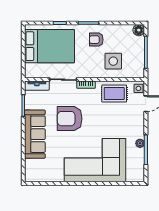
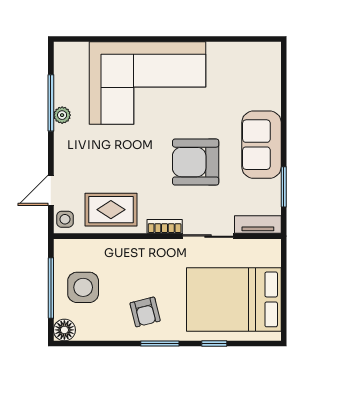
armchair: (96, 40) -> (145, 312), turned 76
side table: (113, 61) -> (83, 287), moved
armchair: (70, 119) -> (196, 162), turned 180
sofa: (35, 134) -> (262, 145), width x0.73

